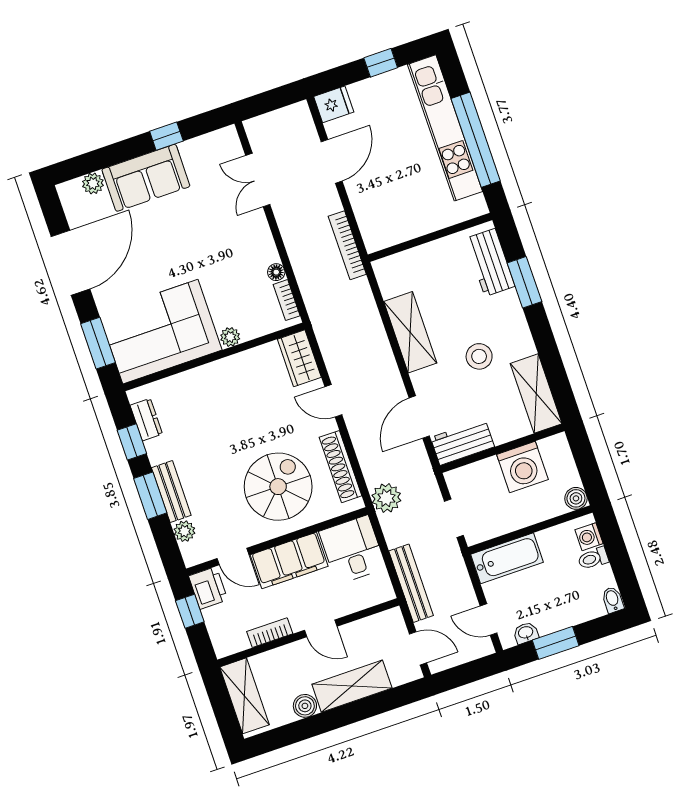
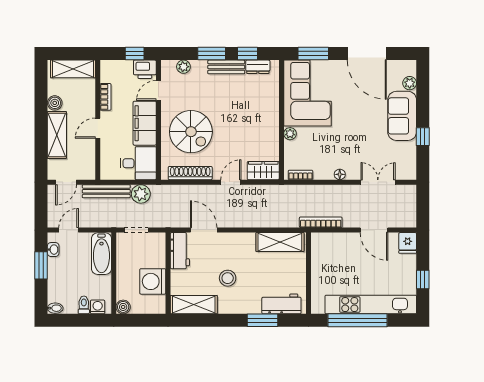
floor lamp: (276, 272) -> (340, 174), moved
shelving: (410, 332) -> (280, 242), moved
bench: (171, 492) -> (226, 67), moved
plant: (386, 498) -> (141, 194), moved

